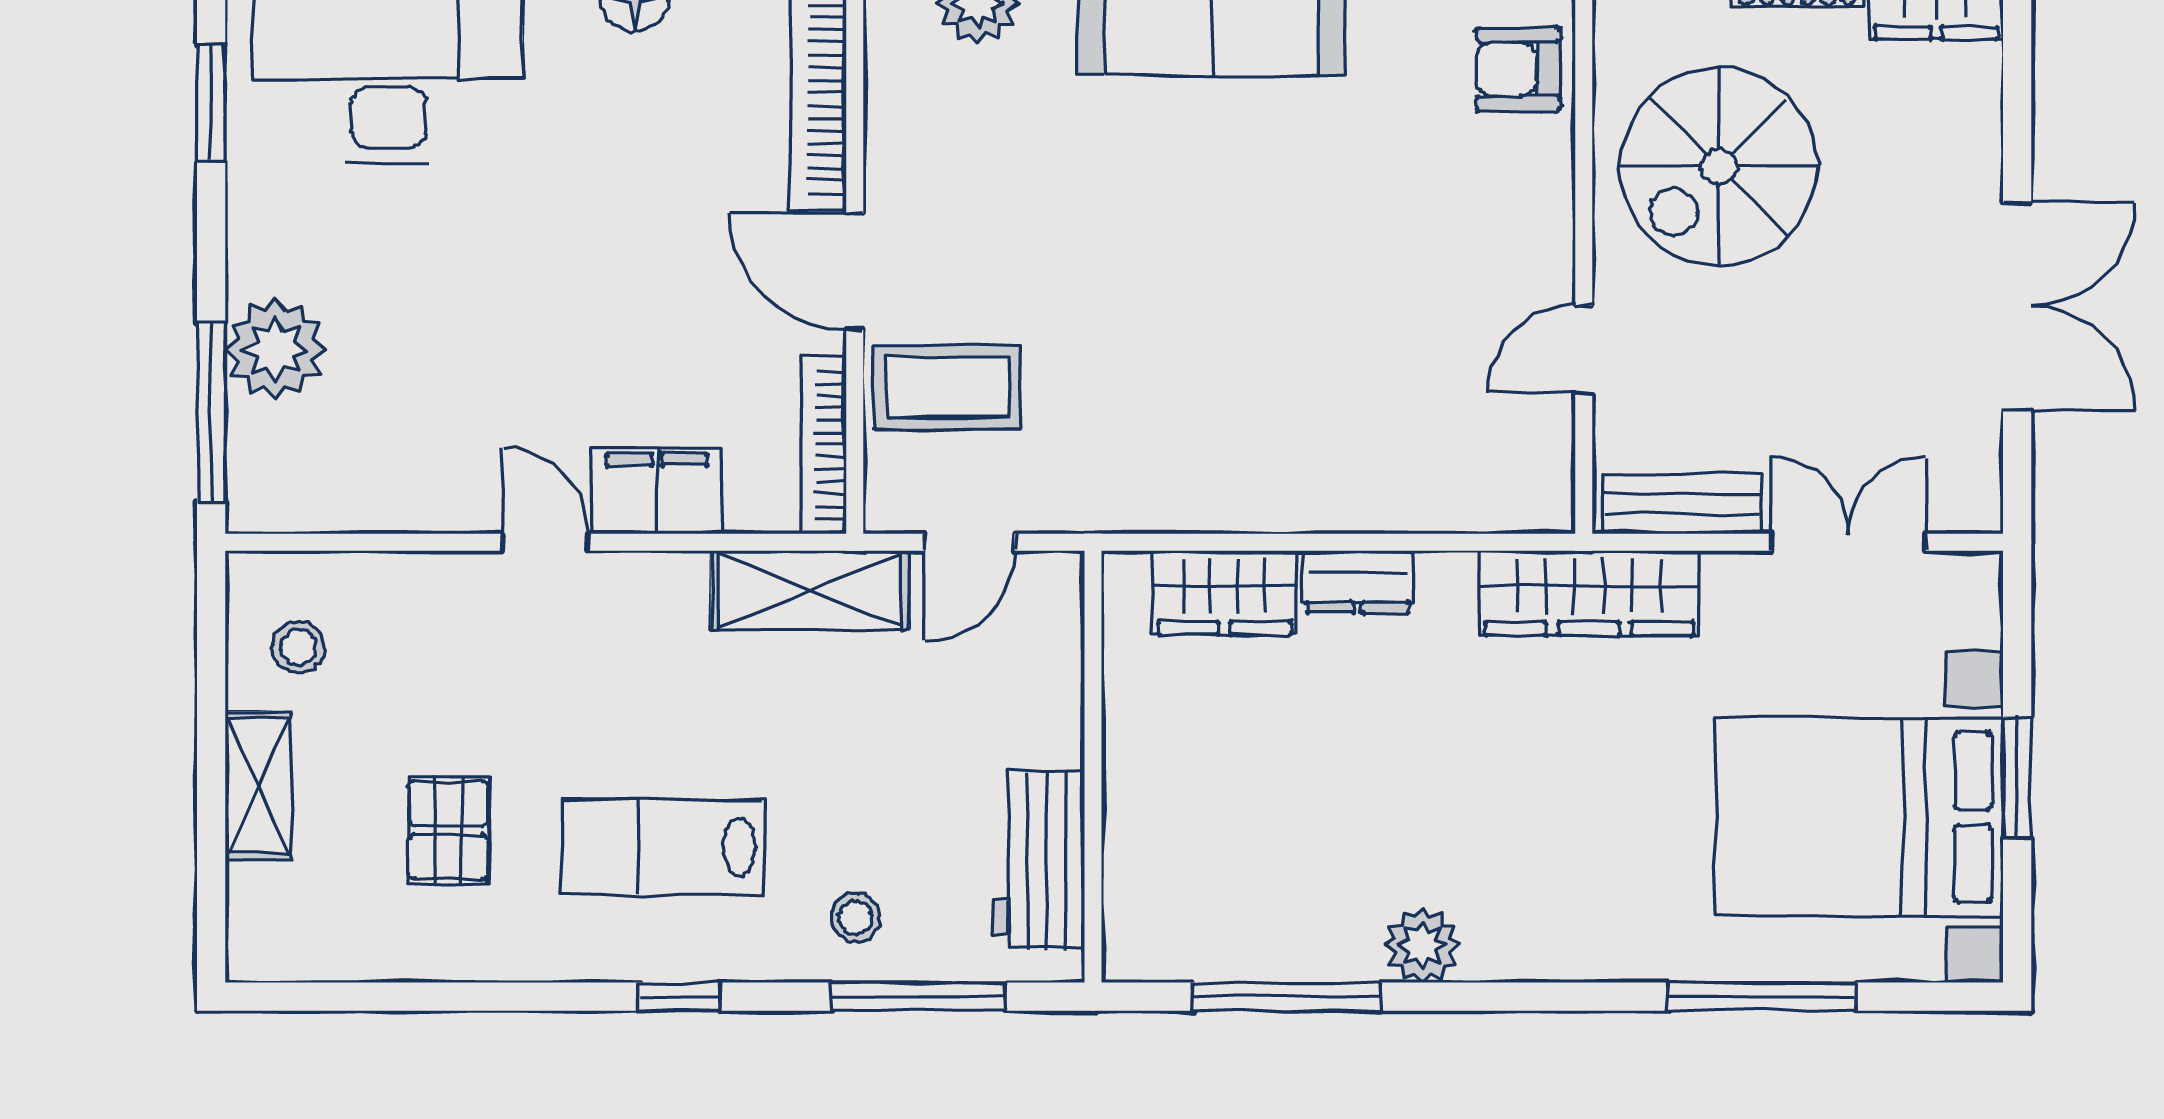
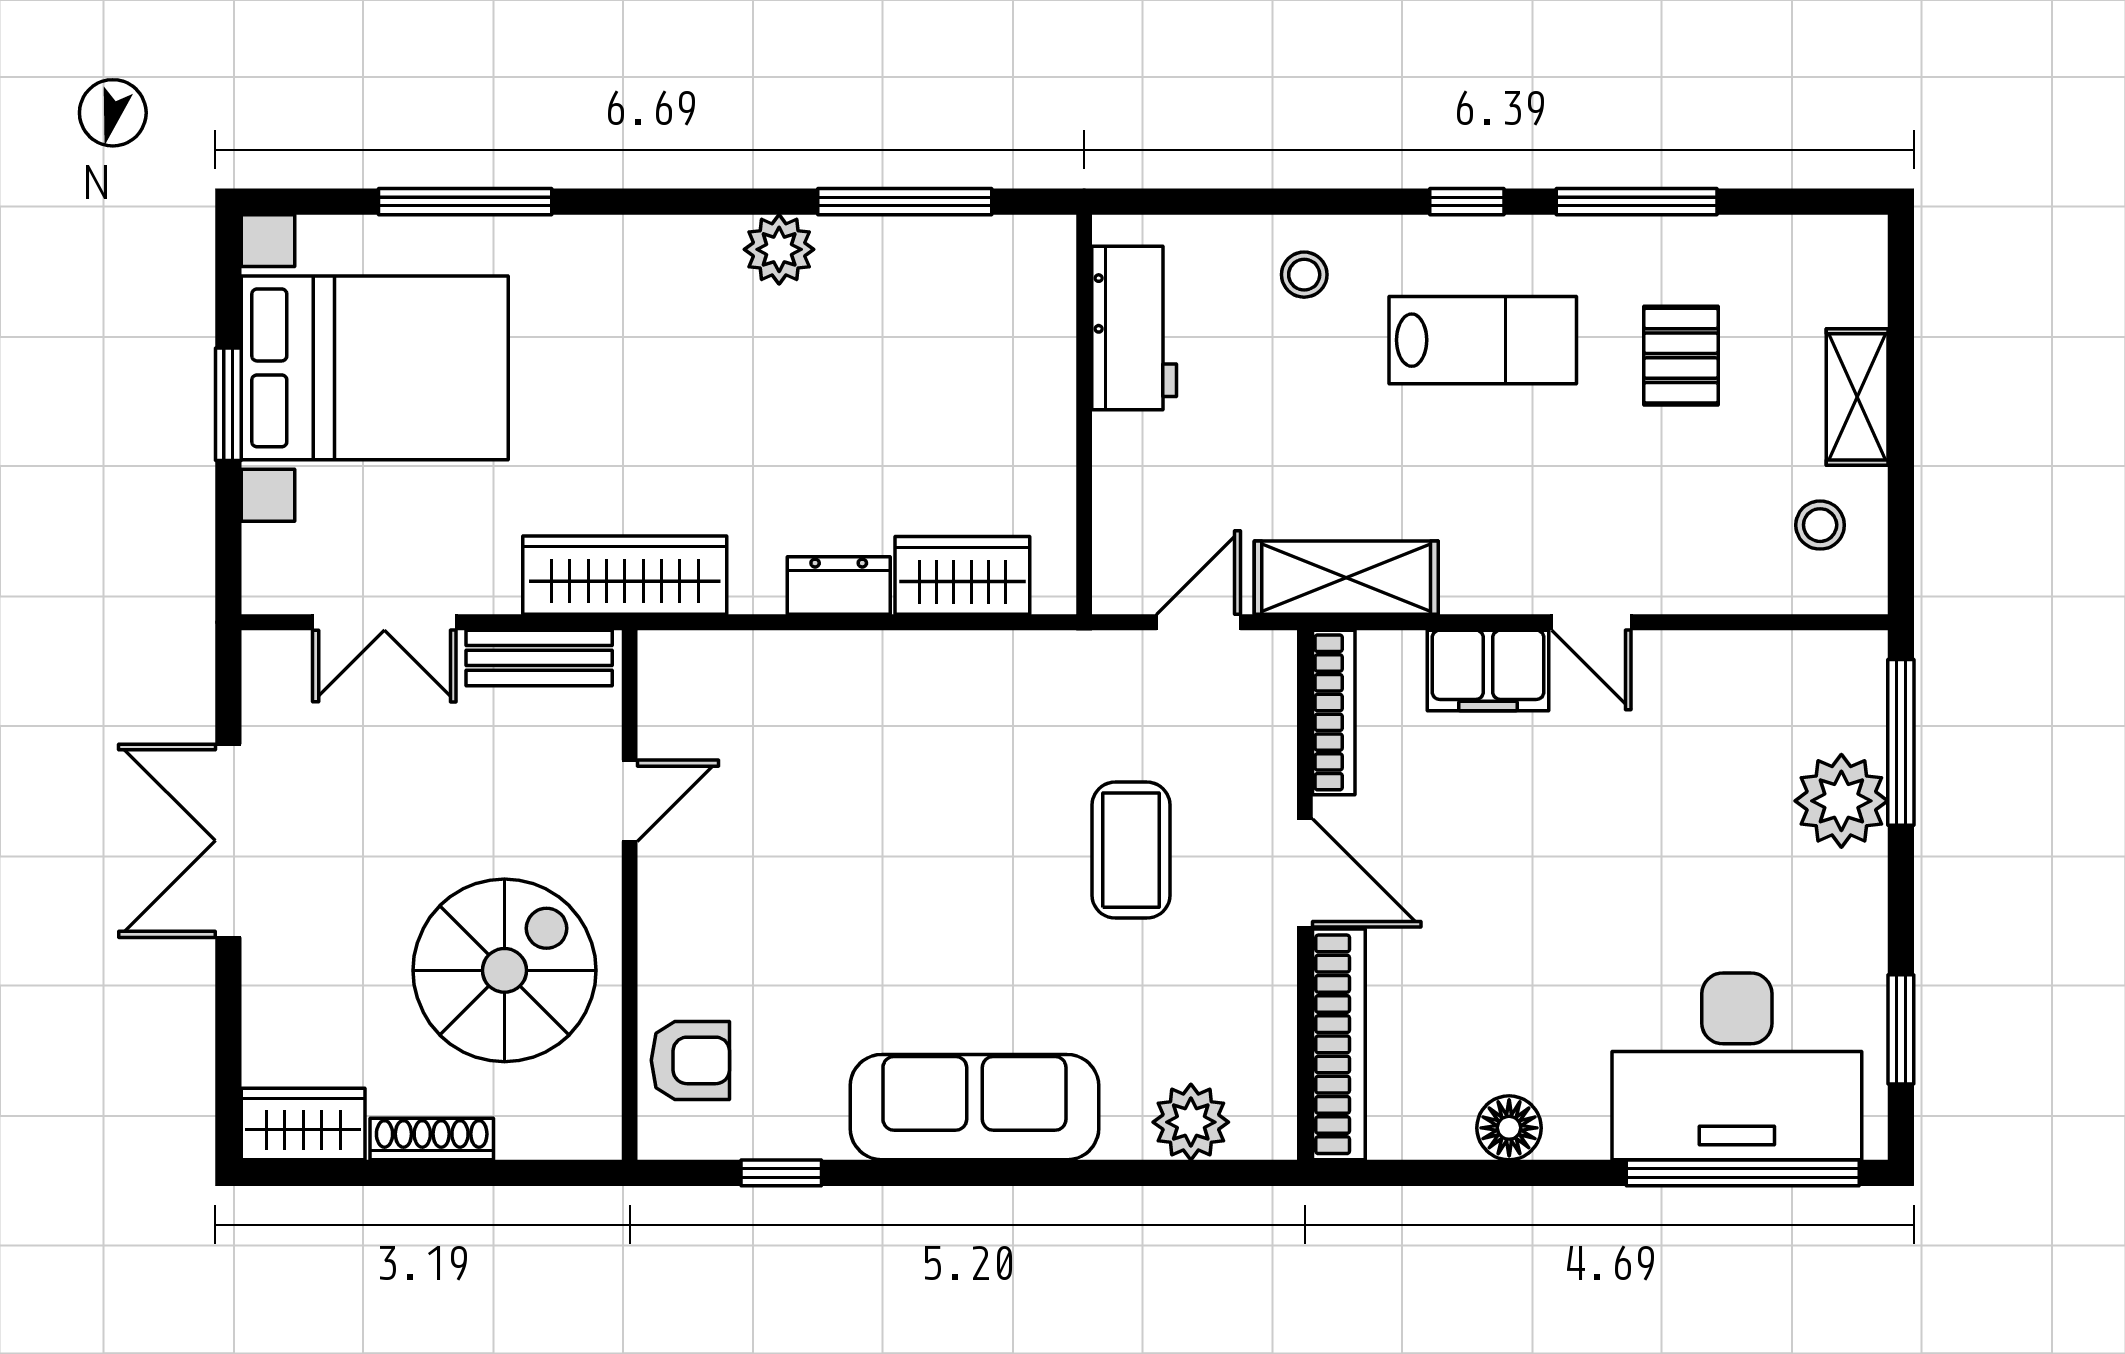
coffee table: (947, 387) -> (1131, 850), moved, turned 90
window: (918, 997) -> (1637, 202), moved

